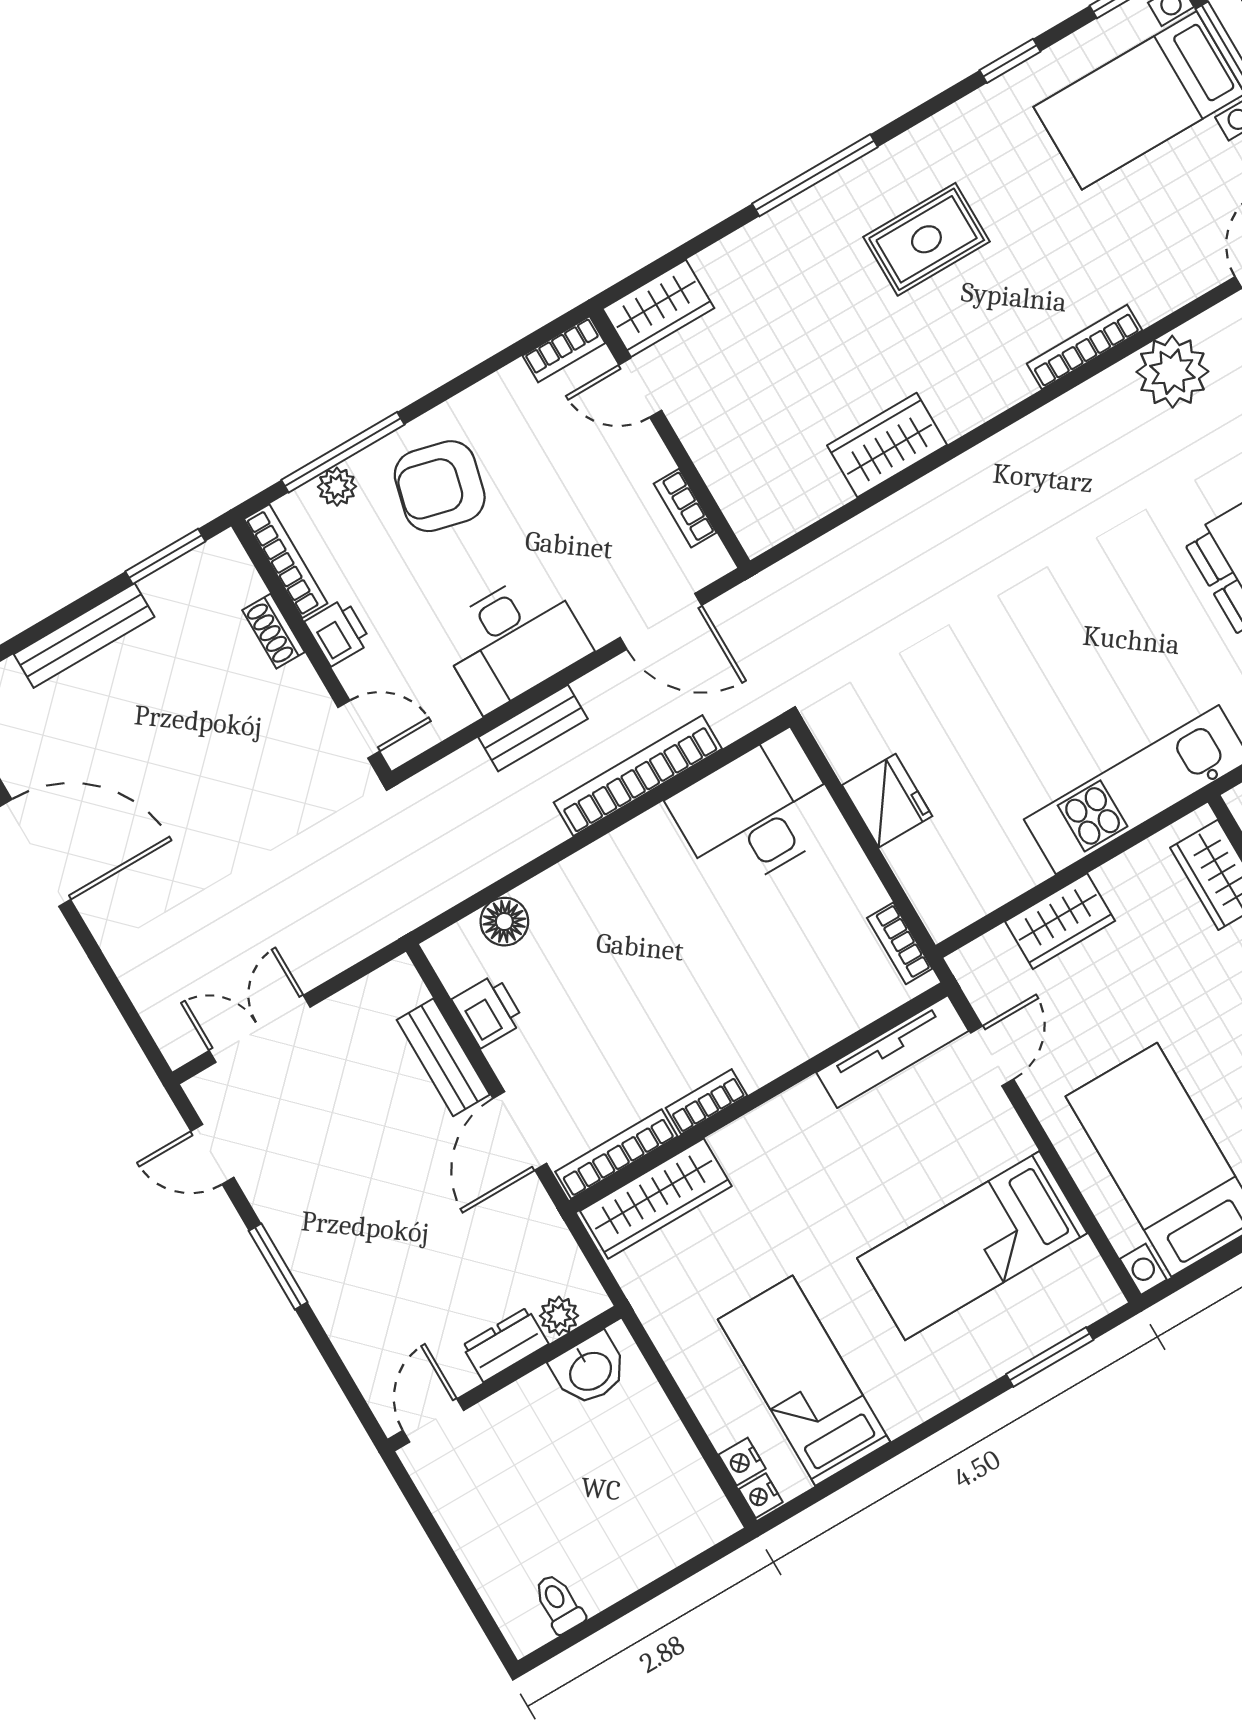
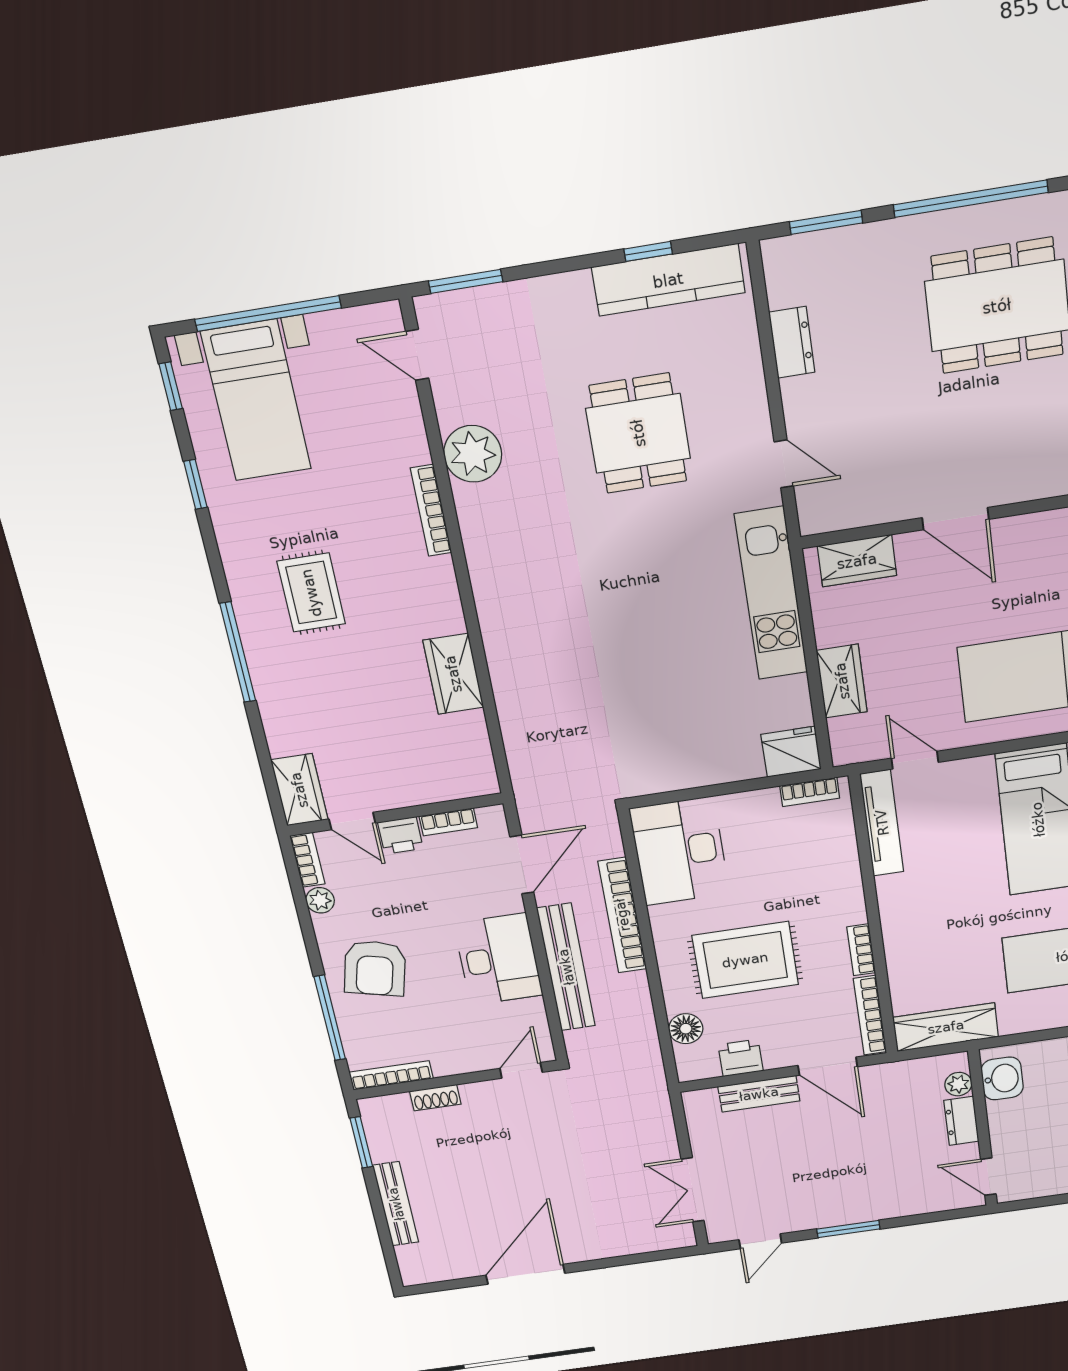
door: (640, 388) -> (352, 821), hinge flipped
plant: (337, 487) -> (320, 900), moved
printer: (338, 632) -> (400, 835), moved, turned 180
bench: (533, 728) -> (566, 967), width x1.86, depth x1.21
fridge: (887, 801) -> (791, 752), moved
rug: (634, 959) -> (745, 960), added
wardrobe: (656, 1199) -> (946, 1027), moved, turned -90

